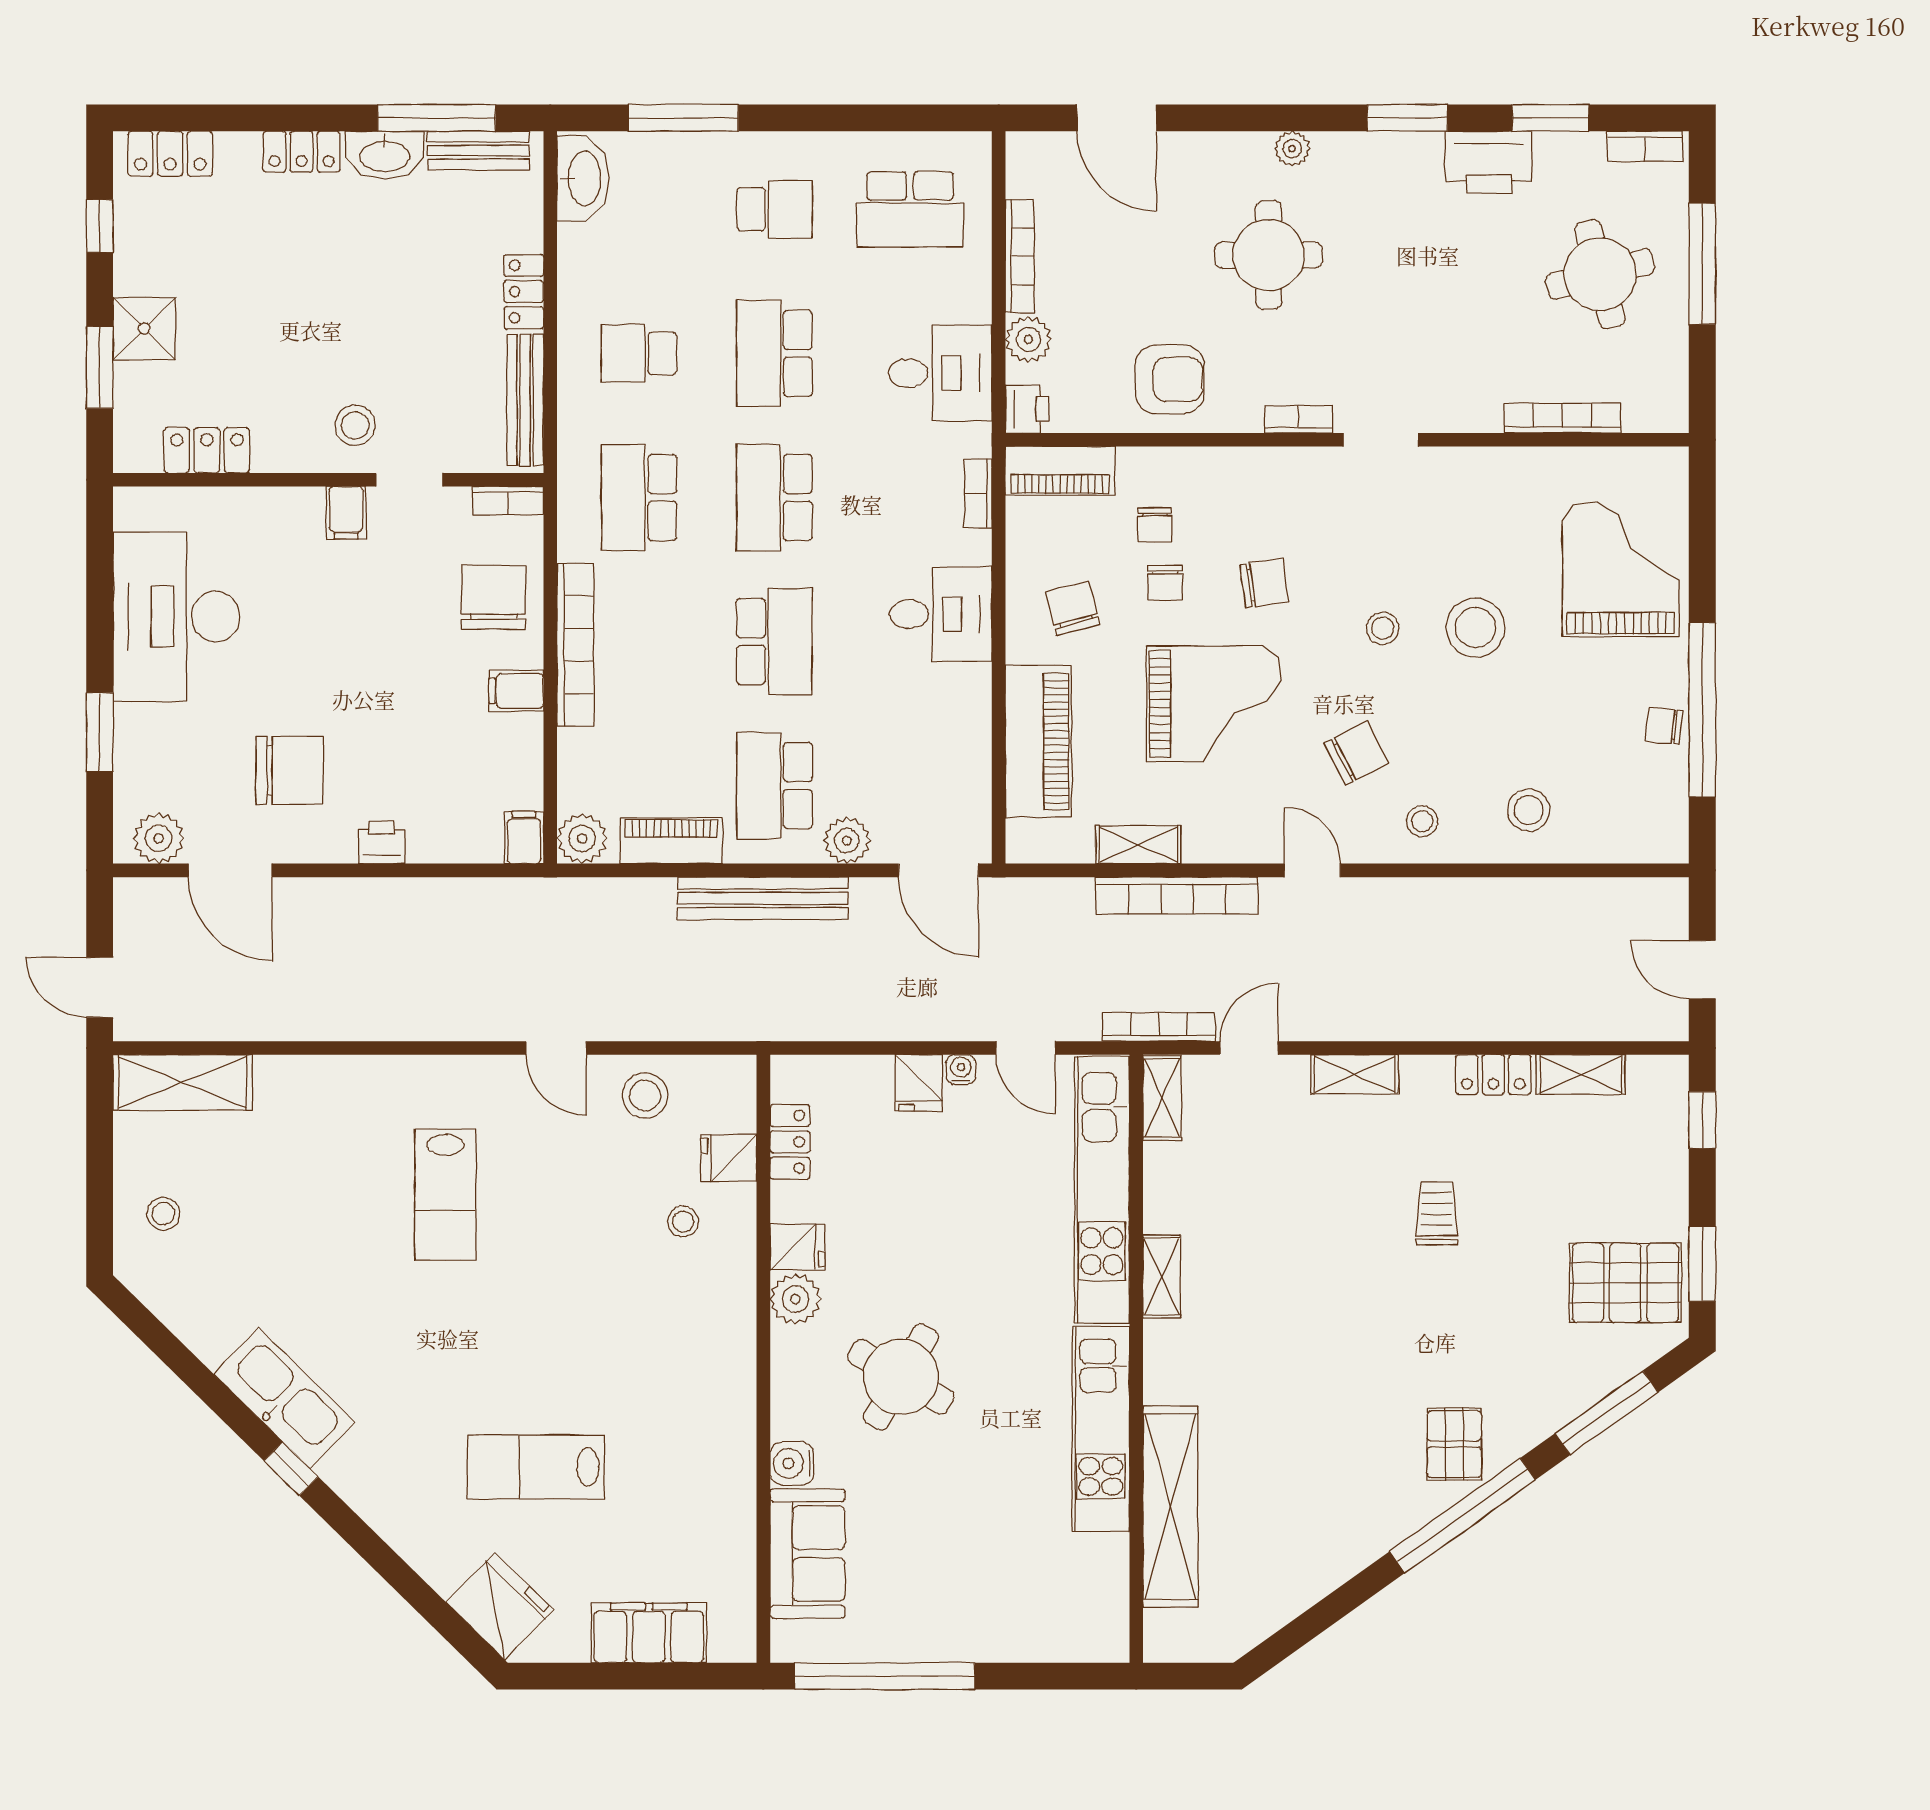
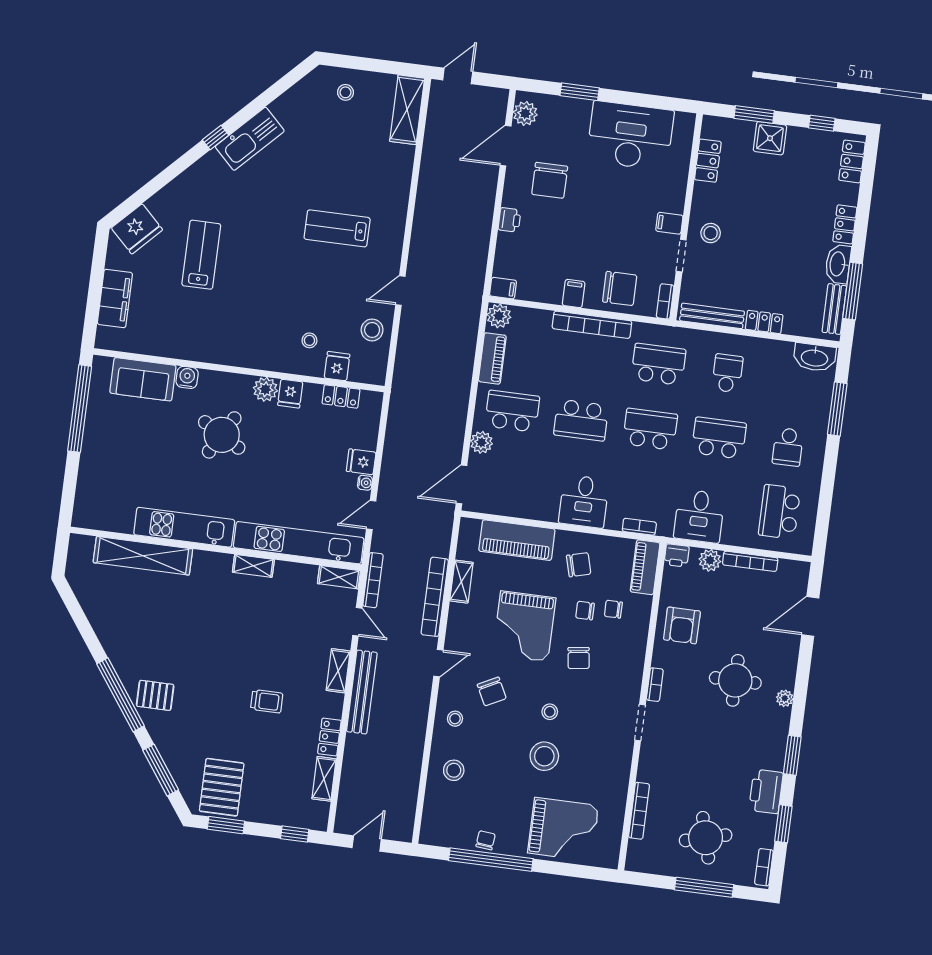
bench: (763, 898) -> (362, 692), moved

